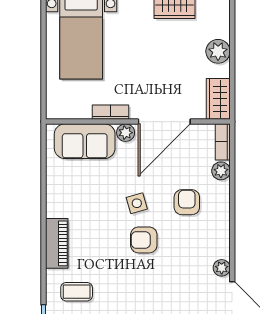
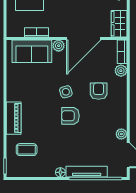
bookcase: (111, 112) -> (37, 32), moved

